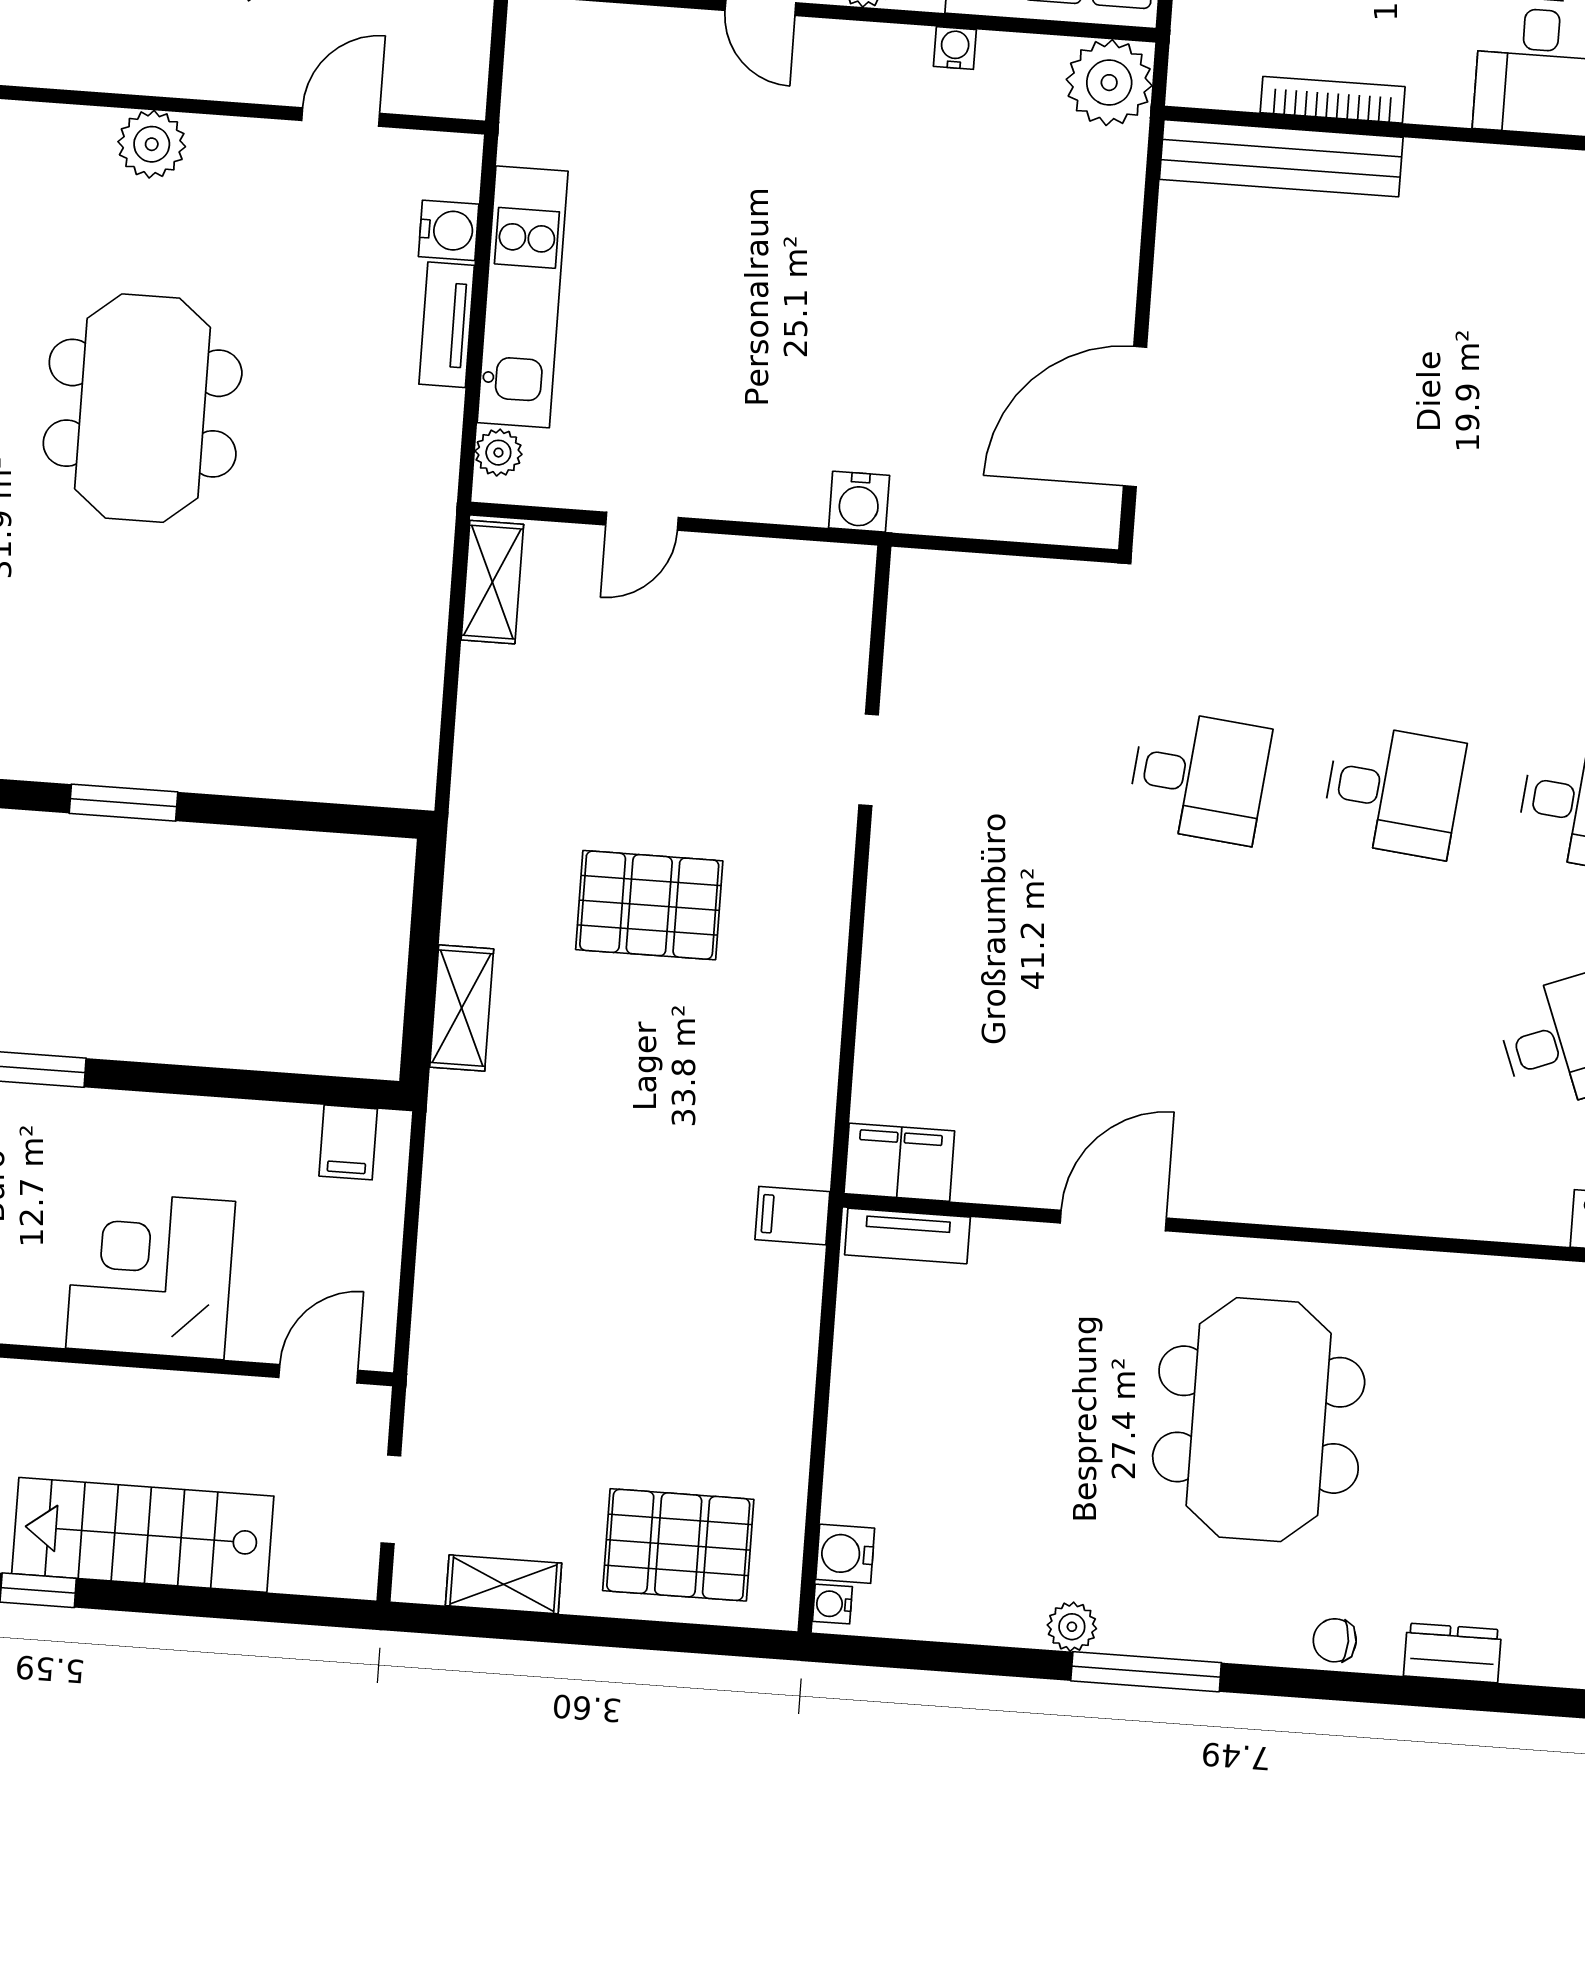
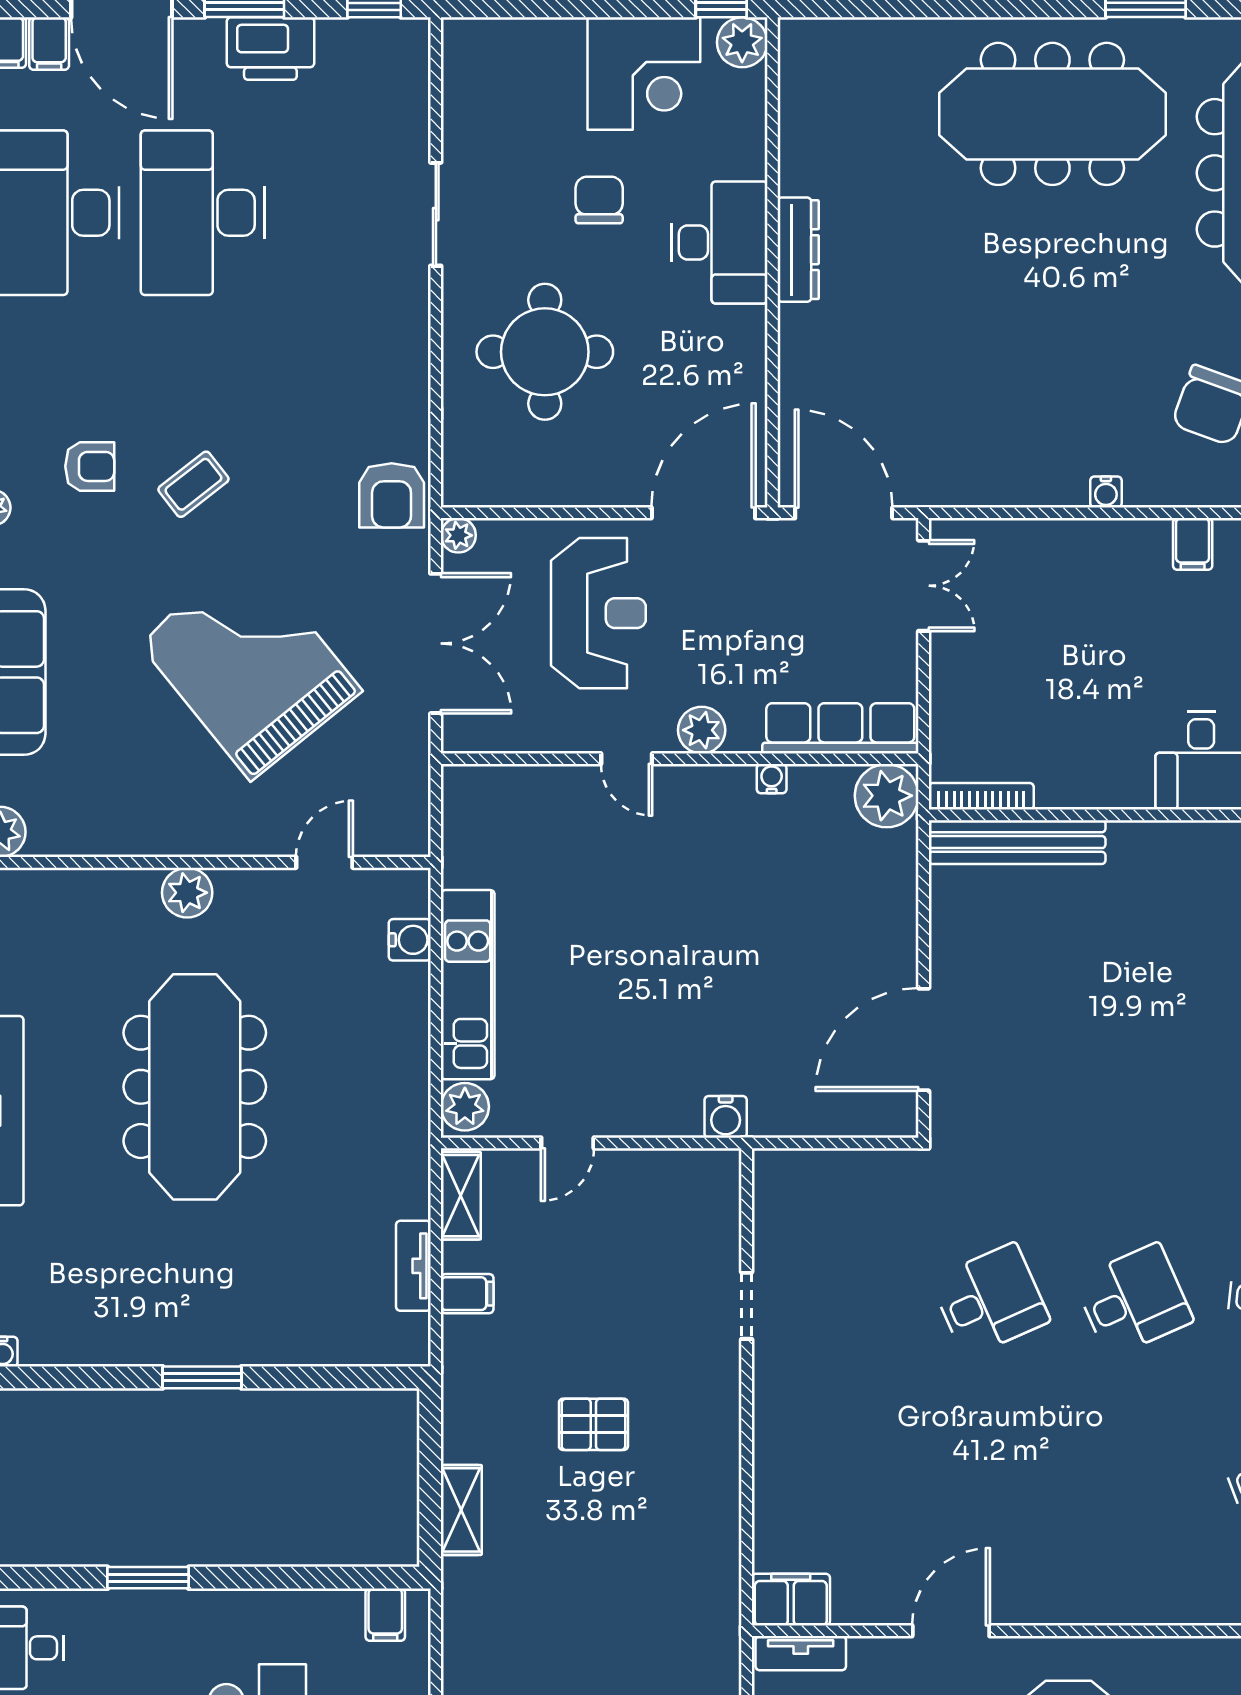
bookcase: (1333, 100) -> (981, 796), moved
tv unit: (447, 325) -> (413, 1266), moved
meeting table: (143, 408) -> (195, 1087), width x1.36
plant: (498, 453) -> (465, 1107), width x1.38, depth x1.38
desk: (1199, 777) -> (990, 1300), turned -30
desk: (1393, 791) -> (1133, 1300), turned -30
pallet: (649, 905) -> (593, 1424), width x0.67, depth x0.71
filing cabinet: (792, 1216) -> (467, 1294), moved, turned 180

